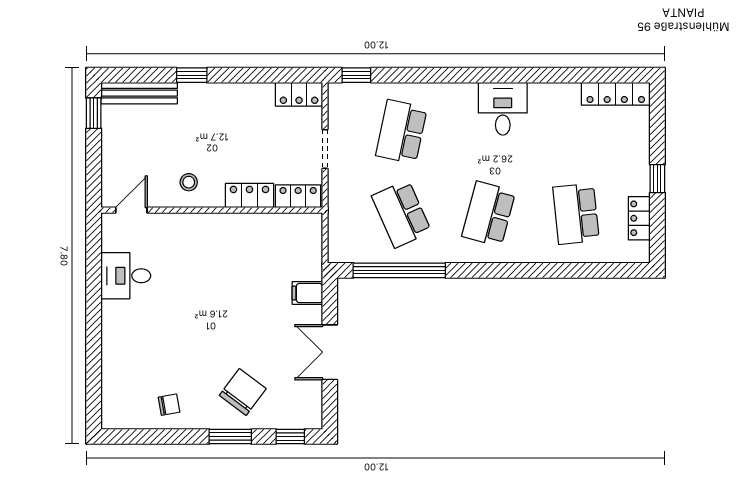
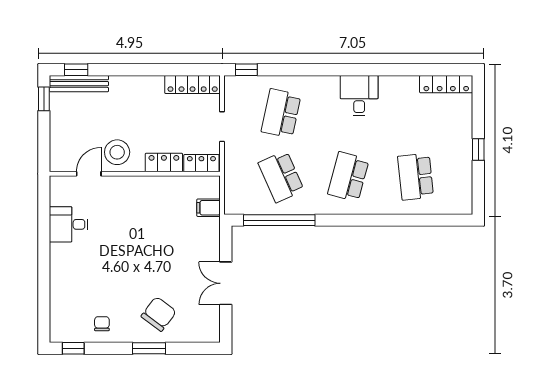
window: (192, 75) -> (76, 70), moved
locker: (299, 94) -> (193, 85), width x1.53
stool: (189, 182) -> (117, 152), width x1.89, depth x1.89
door: (131, 210) -> (89, 174), moved
locker: (639, 218) -> (464, 180), removed
filing cabinet: (307, 293) -> (209, 208), moved
chair: (169, 405) -> (102, 324), turned -80
window: (290, 437) -> (73, 348), moved

